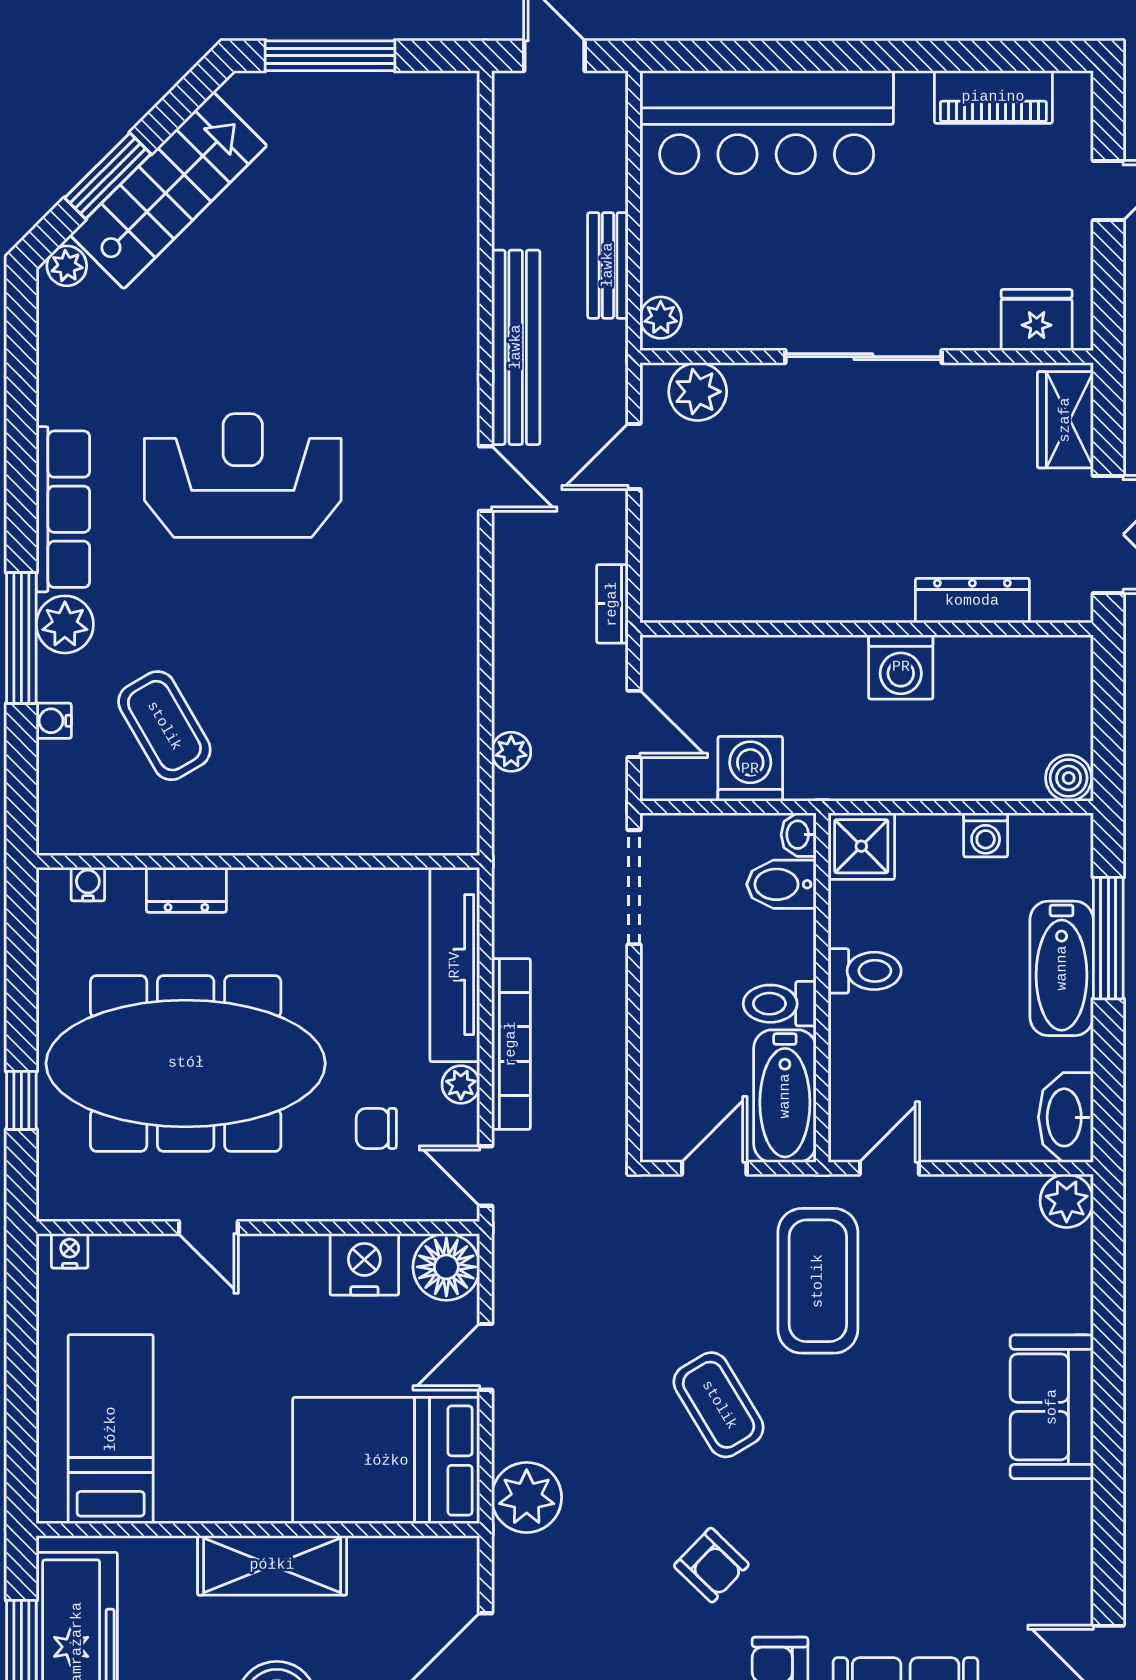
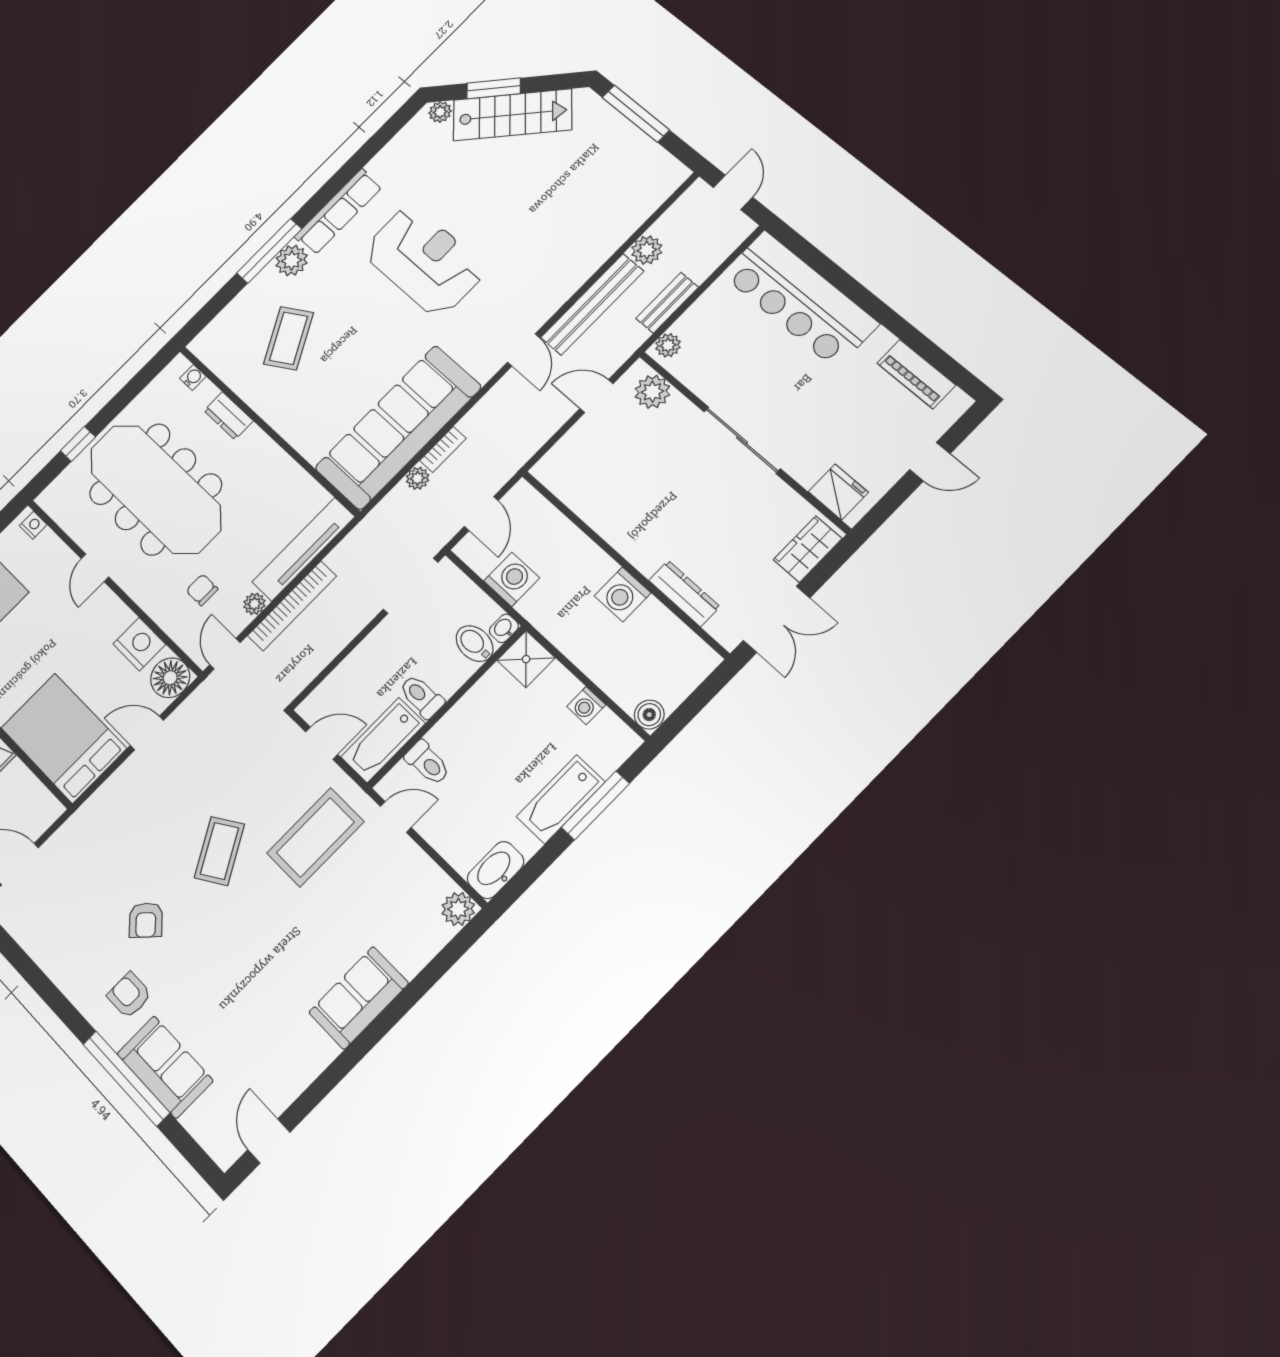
bookcase: (612, 604) -> (443, 449), moved, turned 180
sofa: (423, 712) -> (398, 427), added
water cooler: (54, 721) -> (248, 297), removed
toilet: (865, 971) -> (428, 763), moved
plant: (527, 1497) -> (647, 250), moved, width x0.73, depth x0.73

